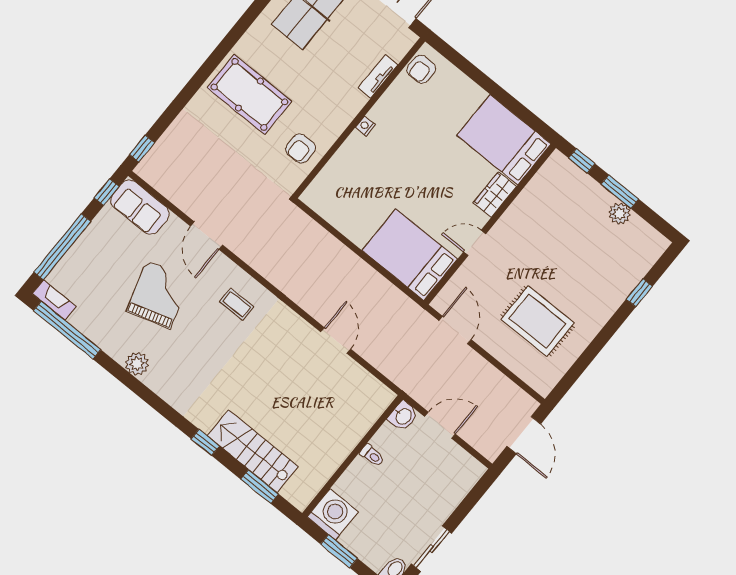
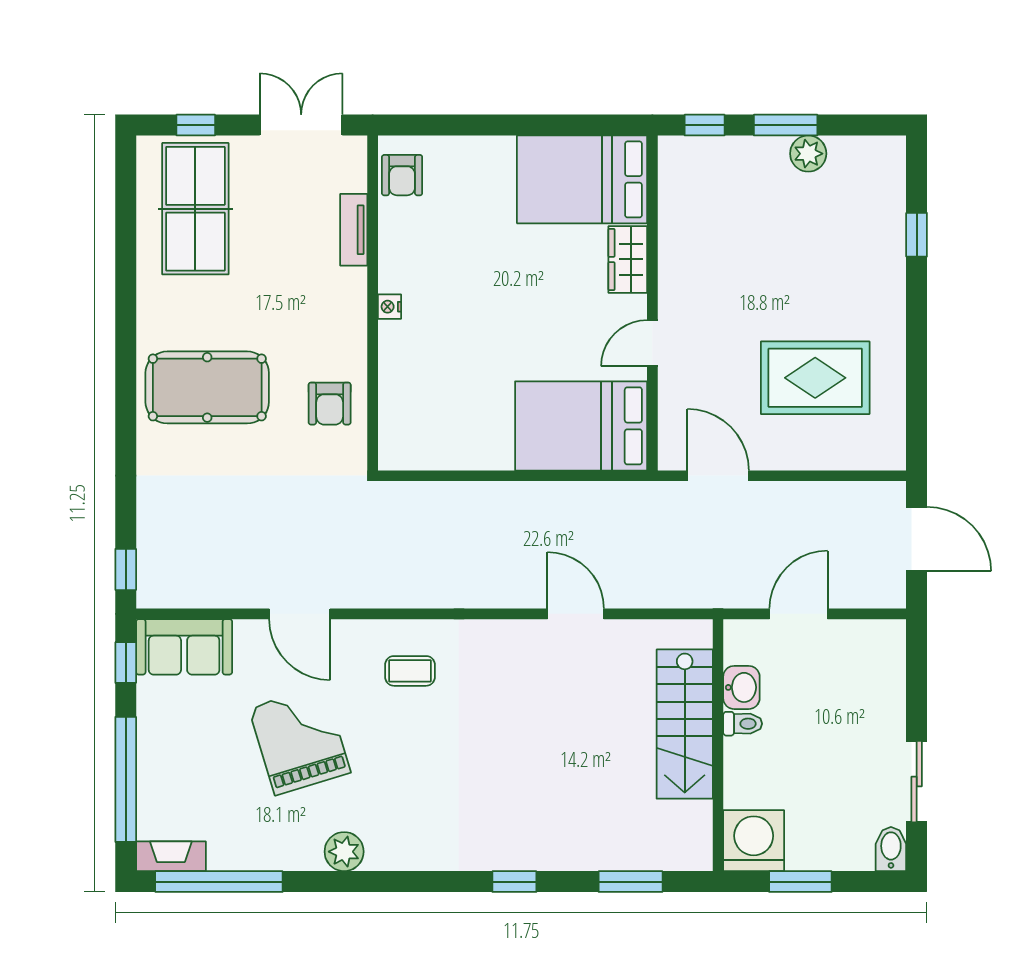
washbasin: (403, 416) -> (741, 687), moved
stairs: (253, 451) -> (685, 724), moved, turned -90

